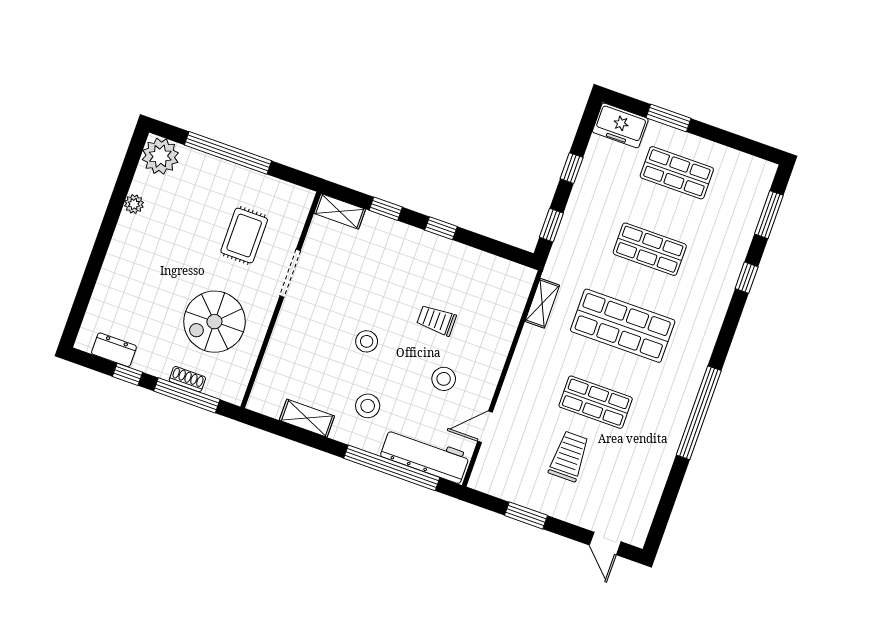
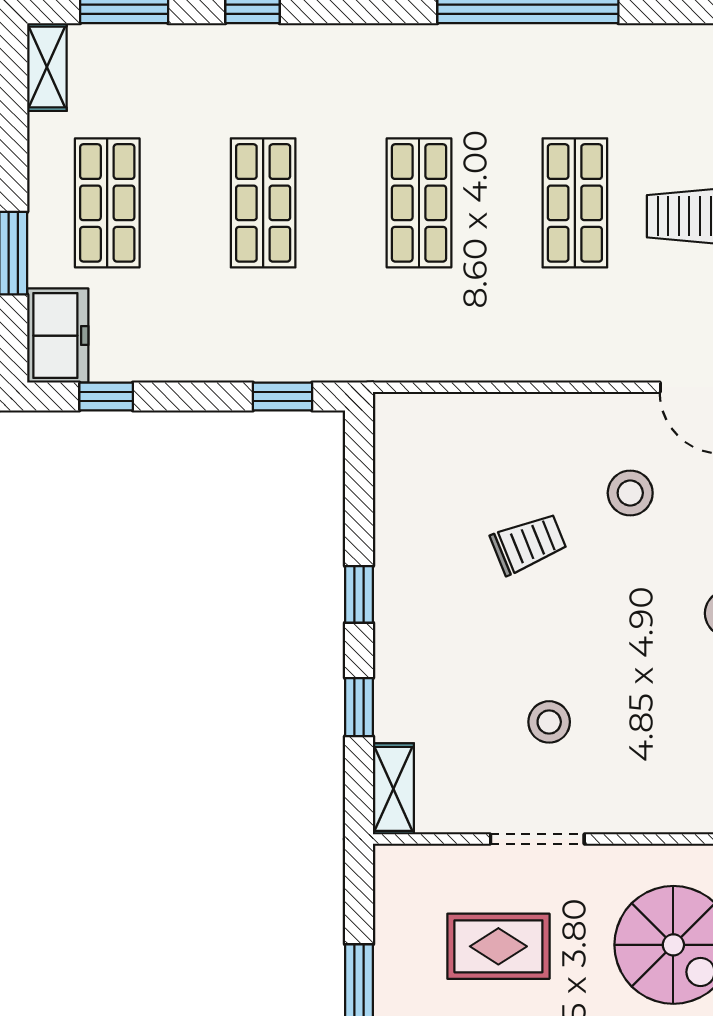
window: (572, 168) -> (106, 397), moved
shelving: (542, 303) -> (47, 67), moved, turned 90
trolley: (436, 320) -> (528, 544), turned -112
shop shelf: (623, 326) -> (419, 203), width x0.70, depth x0.74
stool: (367, 341) -> (549, 722), moved

